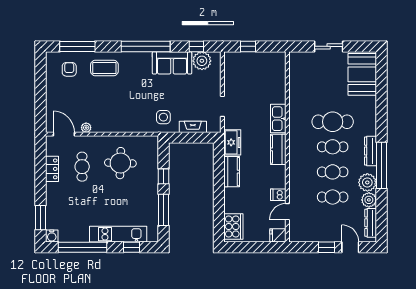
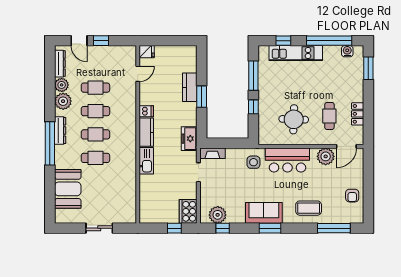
window: (146, 46) -> (270, 228), width x0.47
sofa: (172, 63) -> (264, 213), moved
armchair: (69, 69) -> (352, 196), moved
booth: (362, 74) -> (68, 189), moved
bar counter: (127, 119) -> (287, 160), added
cafe table: (333, 122) -> (95, 158), width x0.73, depth x0.74
fireplace: (193, 127) -> (212, 153), moved
plant: (86, 128) -> (326, 156), width x1.87, depth x1.87
door: (64, 134) -> (346, 146), hinge flipped
window: (381, 165) -> (50, 143), moved
kitchen counter: (232, 172) -> (190, 87), moved
window: (219, 187) -> (202, 97), added
dishwasher: (278, 195) -> (146, 111), moved
cooker: (233, 226) -> (188, 211), moved
water cooler: (52, 236) -> (347, 51), moved

